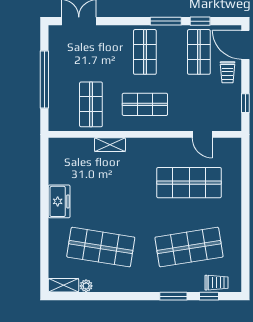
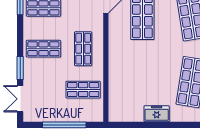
window: (166, 21) -> (20, 68), moved
shelving: (110, 145) -> (114, 75), removed

